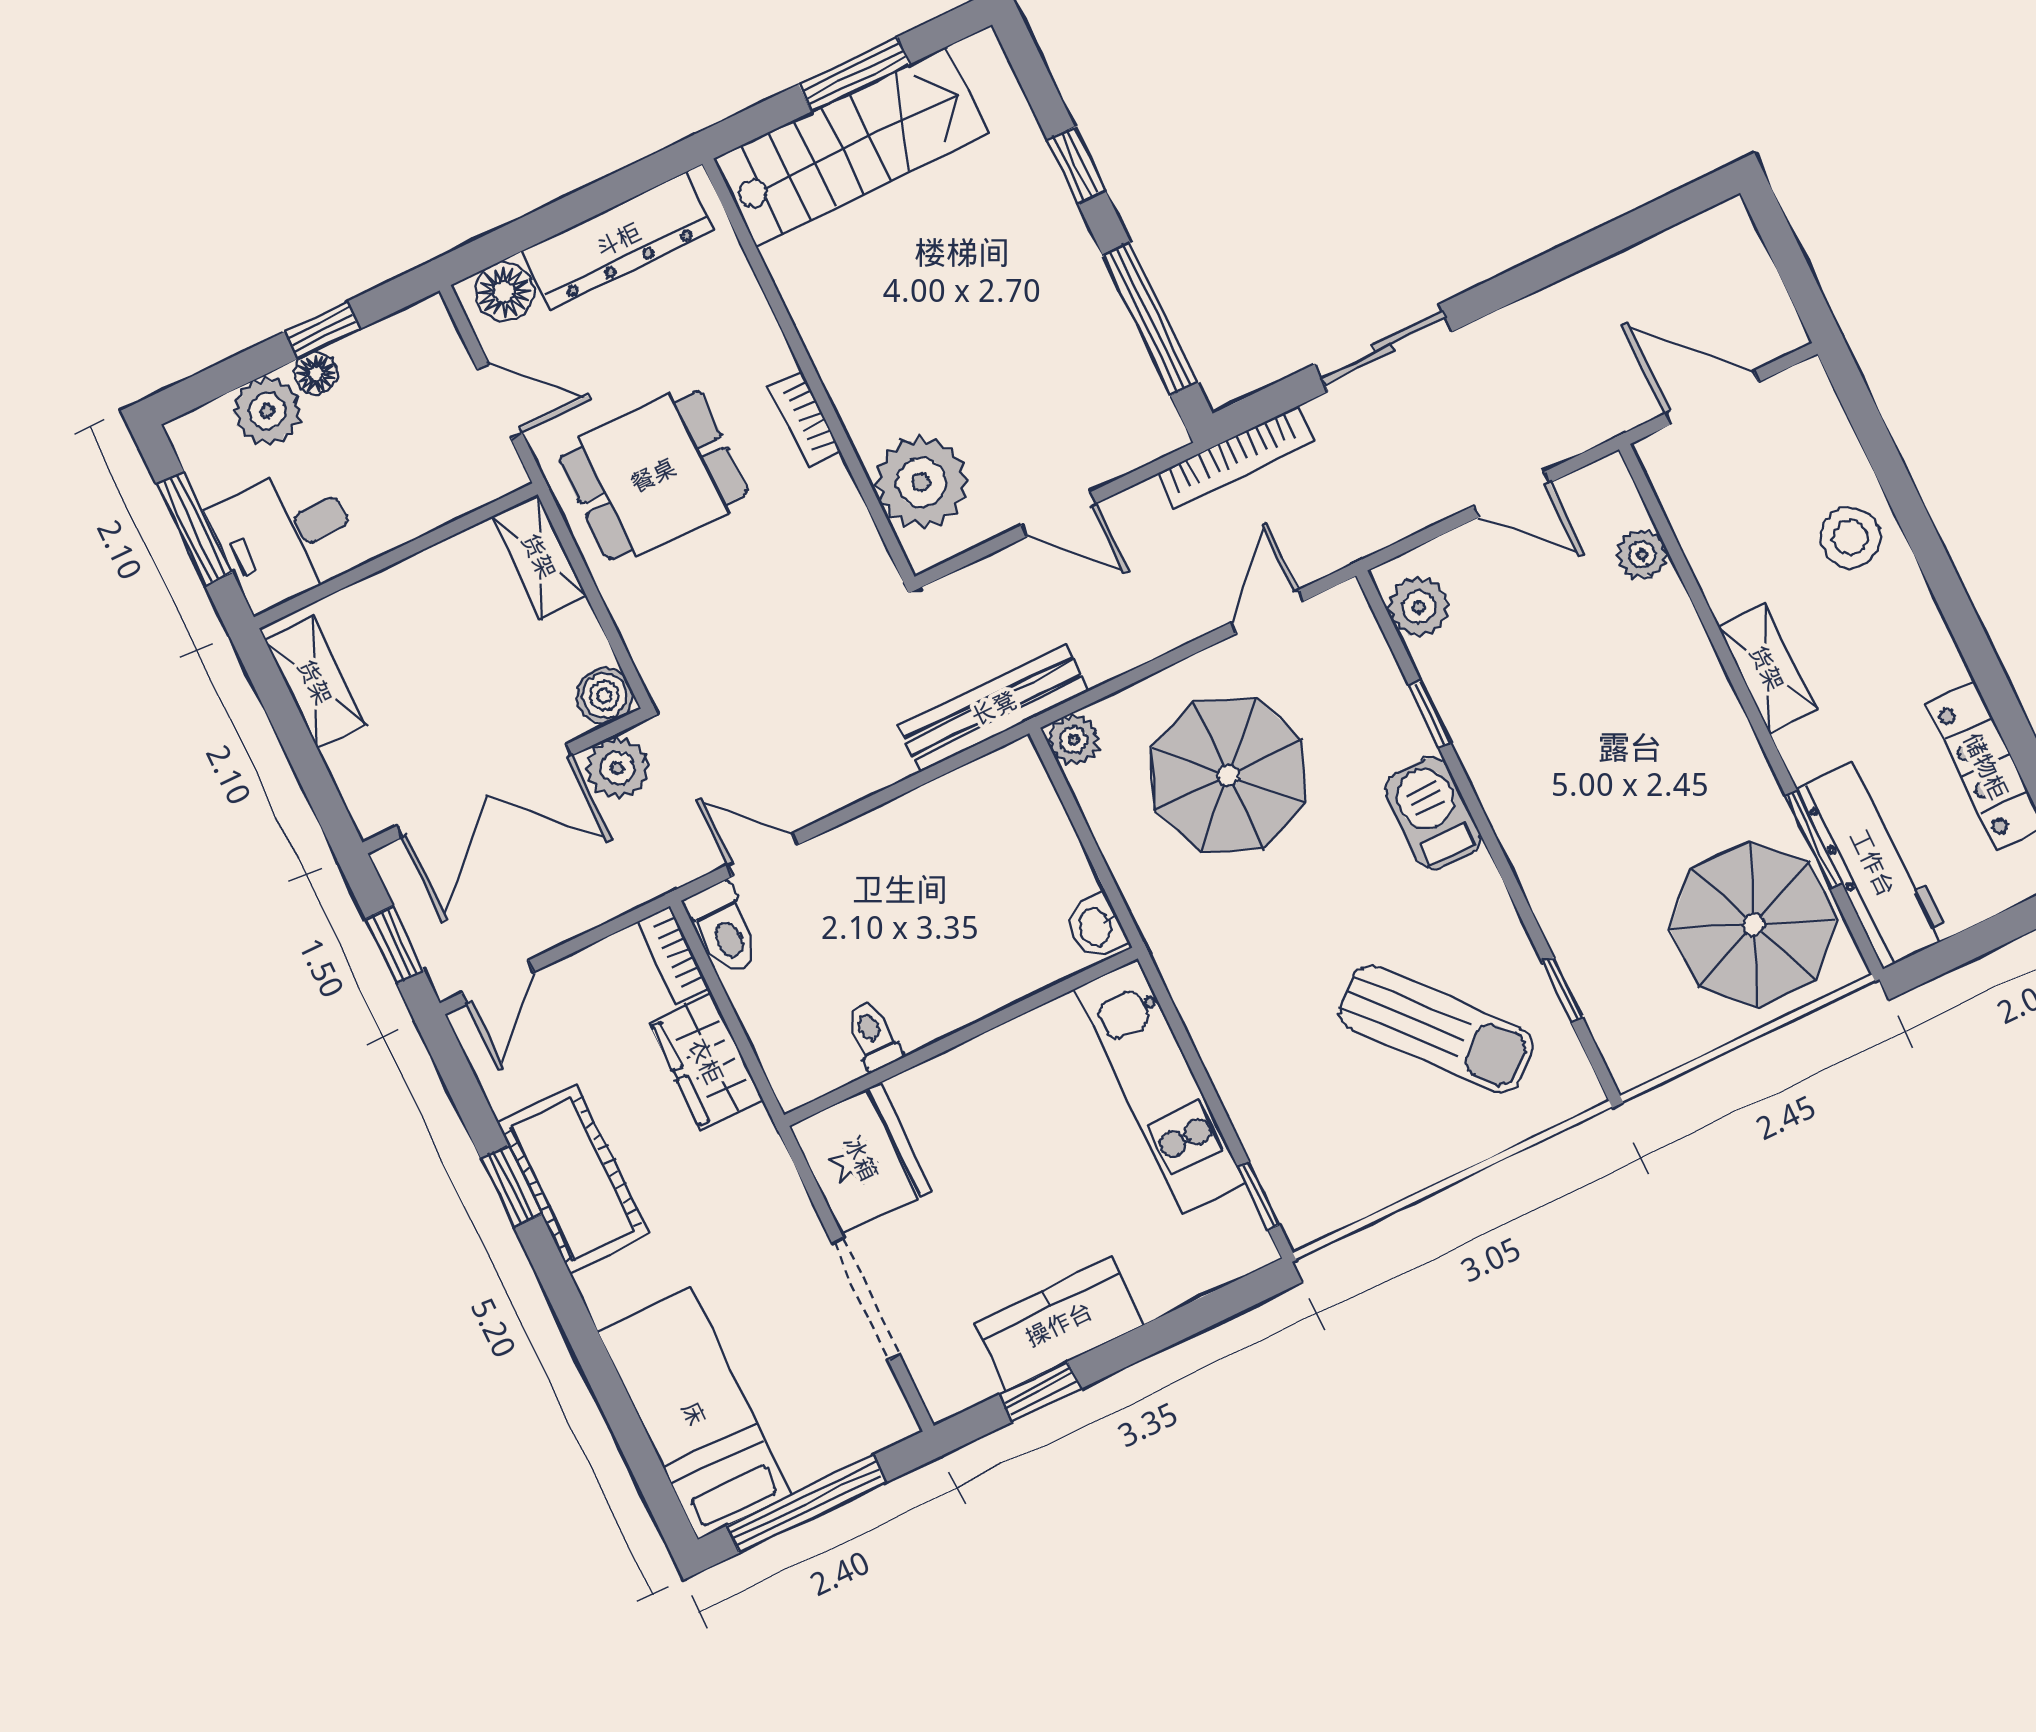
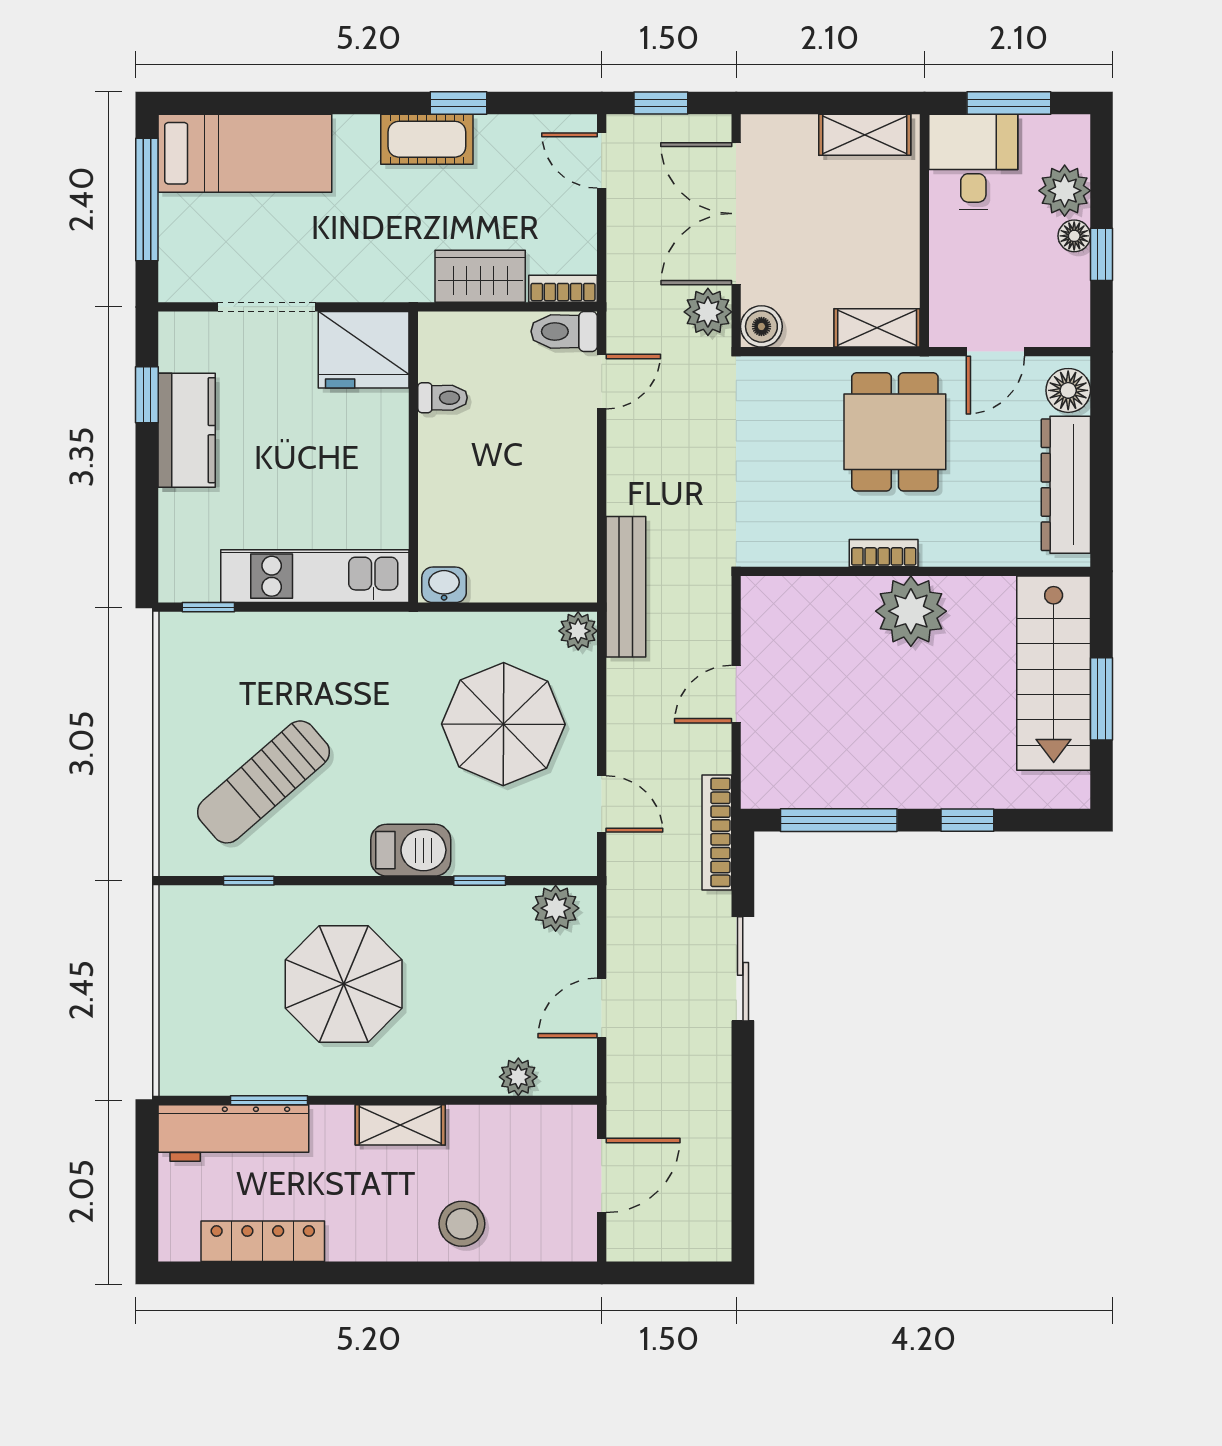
plant: (921, 482) -> (911, 611), moved
parasol: (1754, 924) -> (344, 984), moved
cot: (573, 1178) -> (427, 139), width x0.73, depth x0.75

